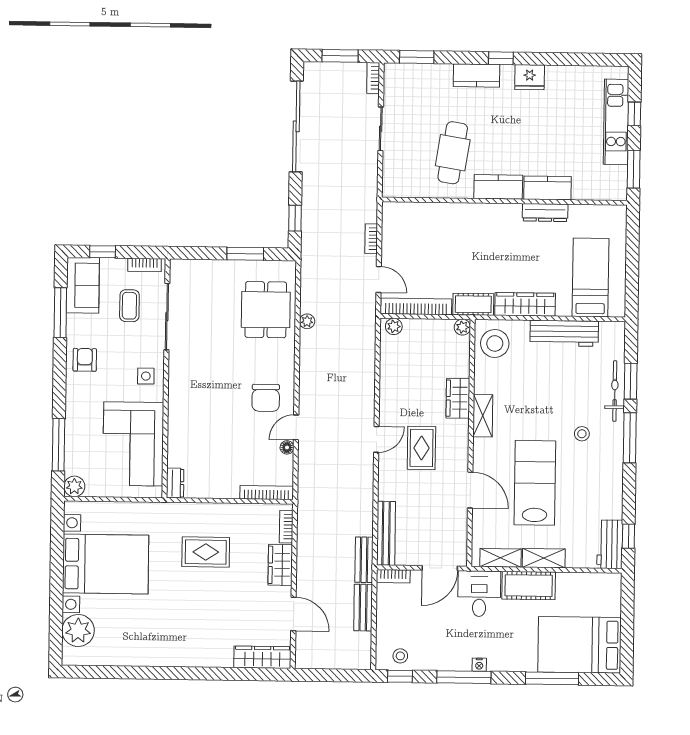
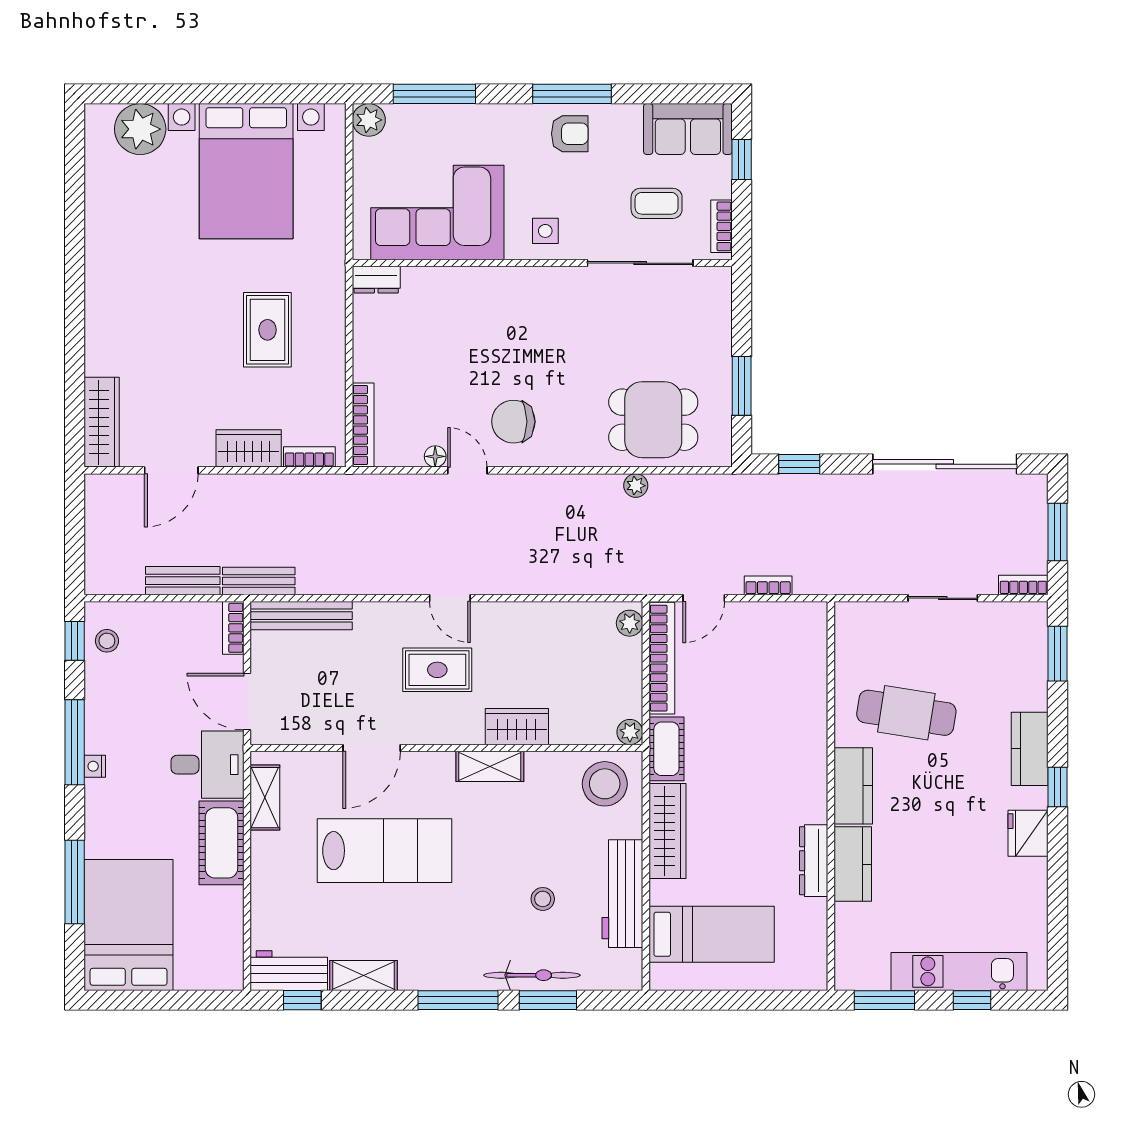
window: (60, 313) -> (572, 94), moved
stool: (582, 434) -> (543, 899), moved
shelving: (544, 558) -> (364, 975), moved, turned 90

